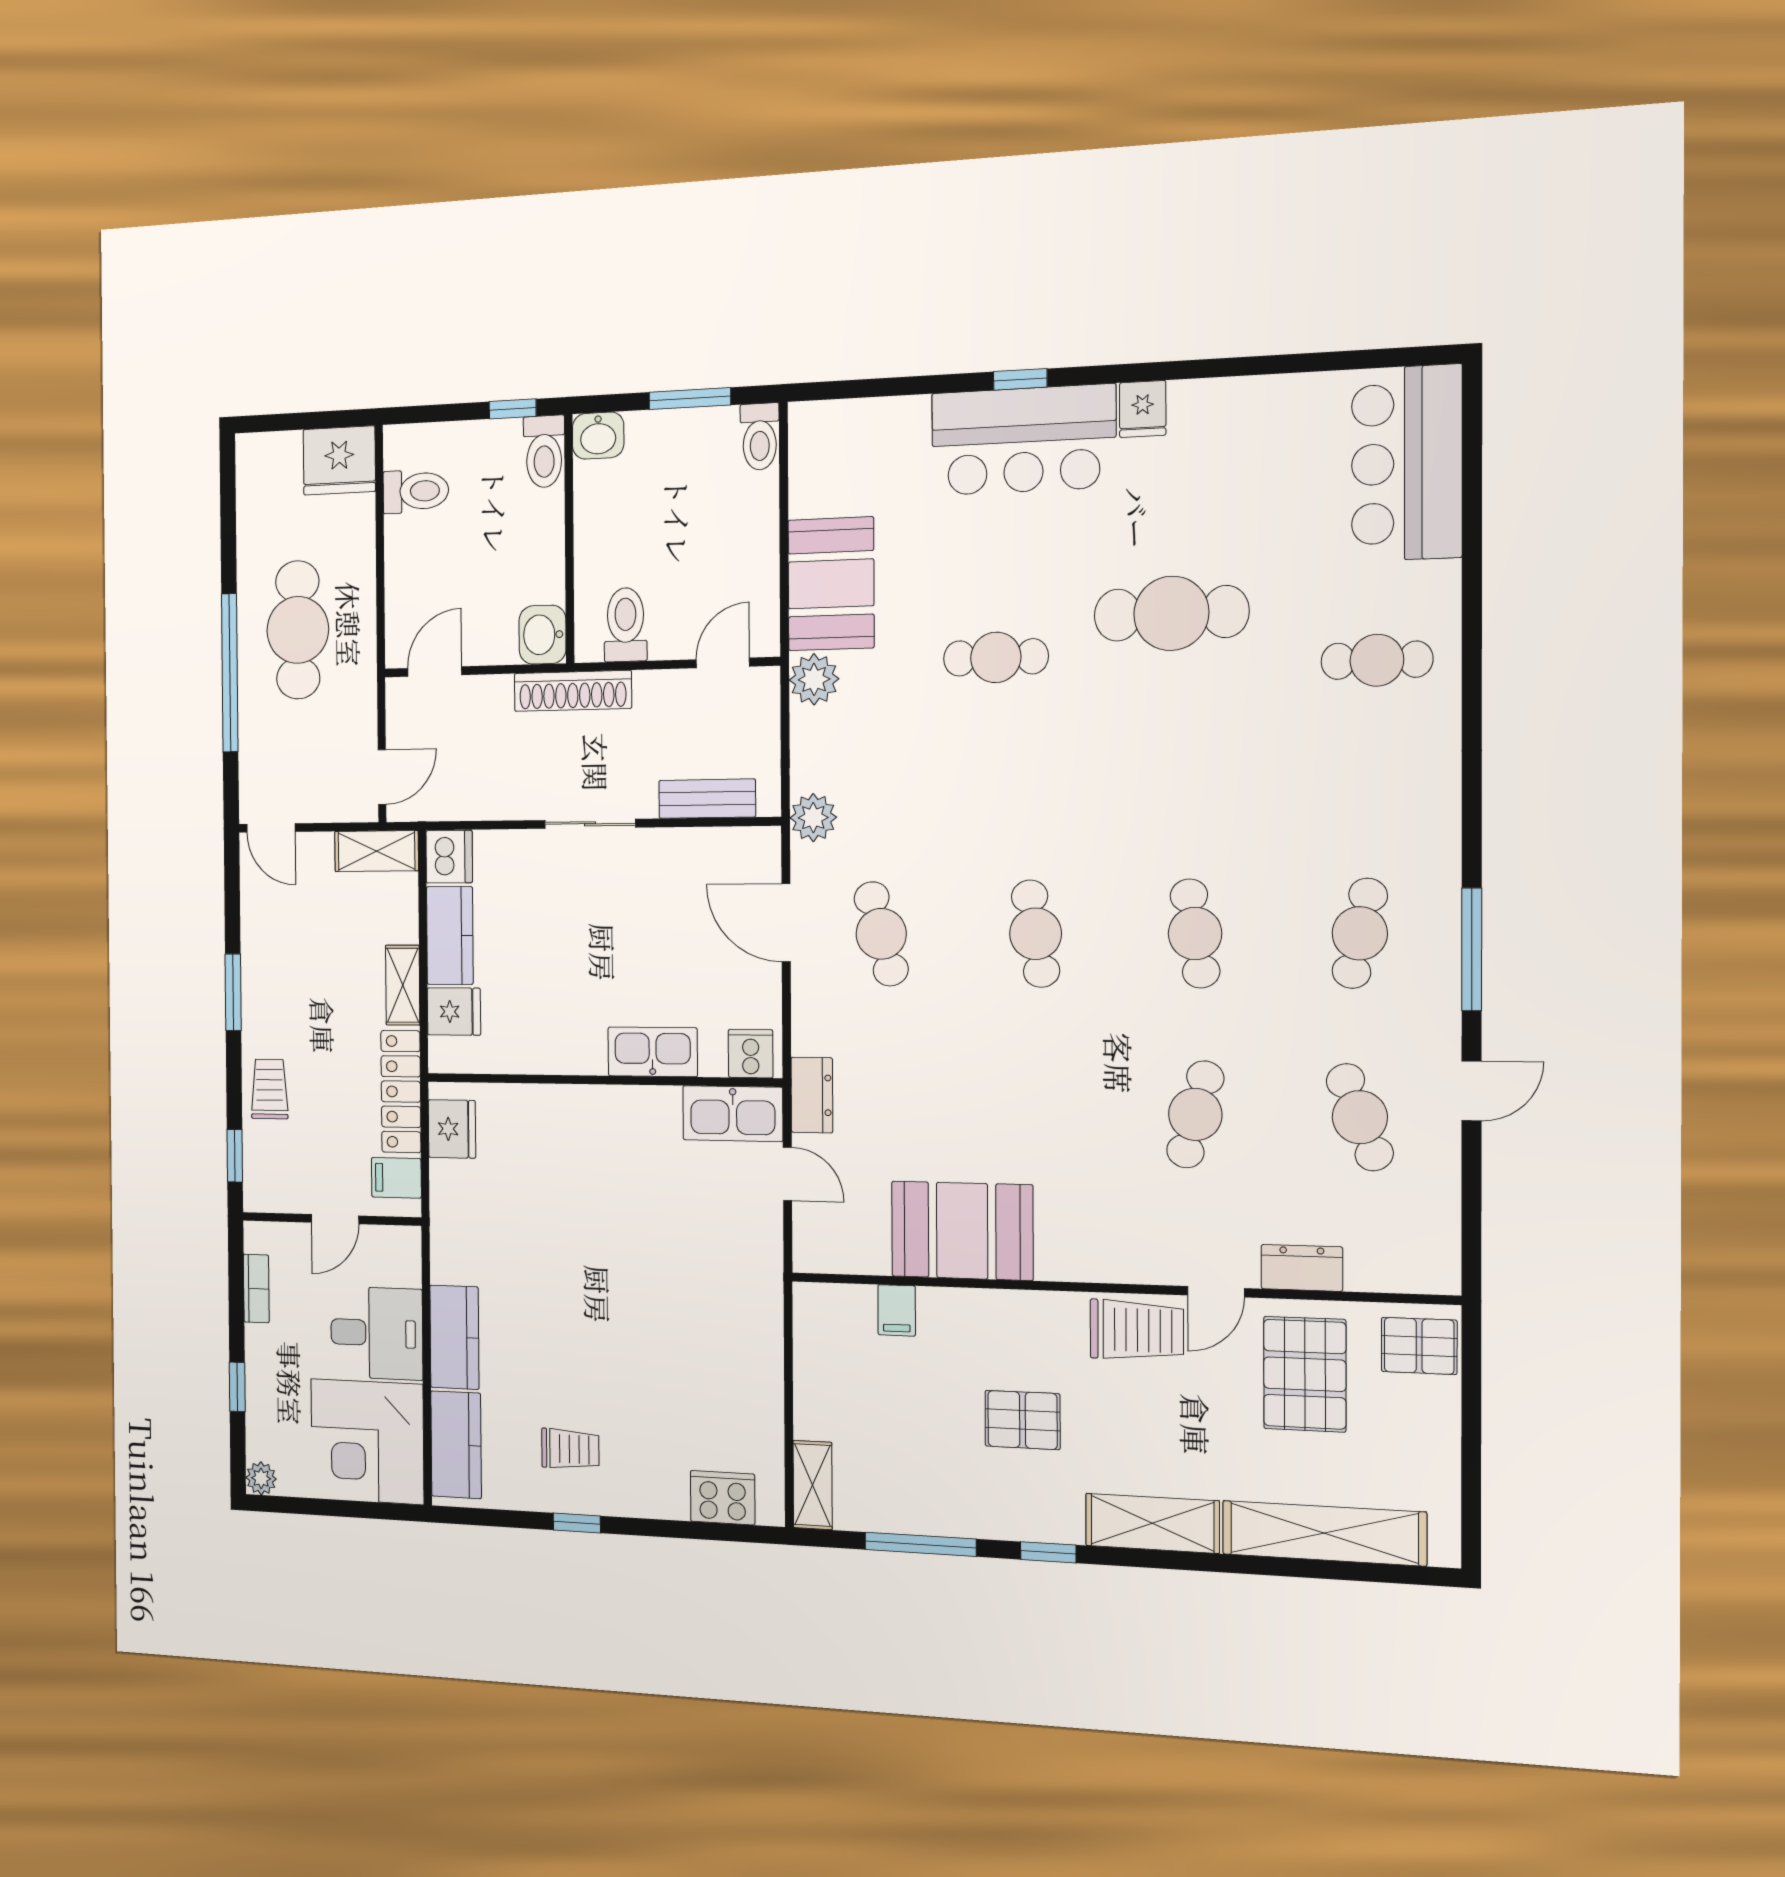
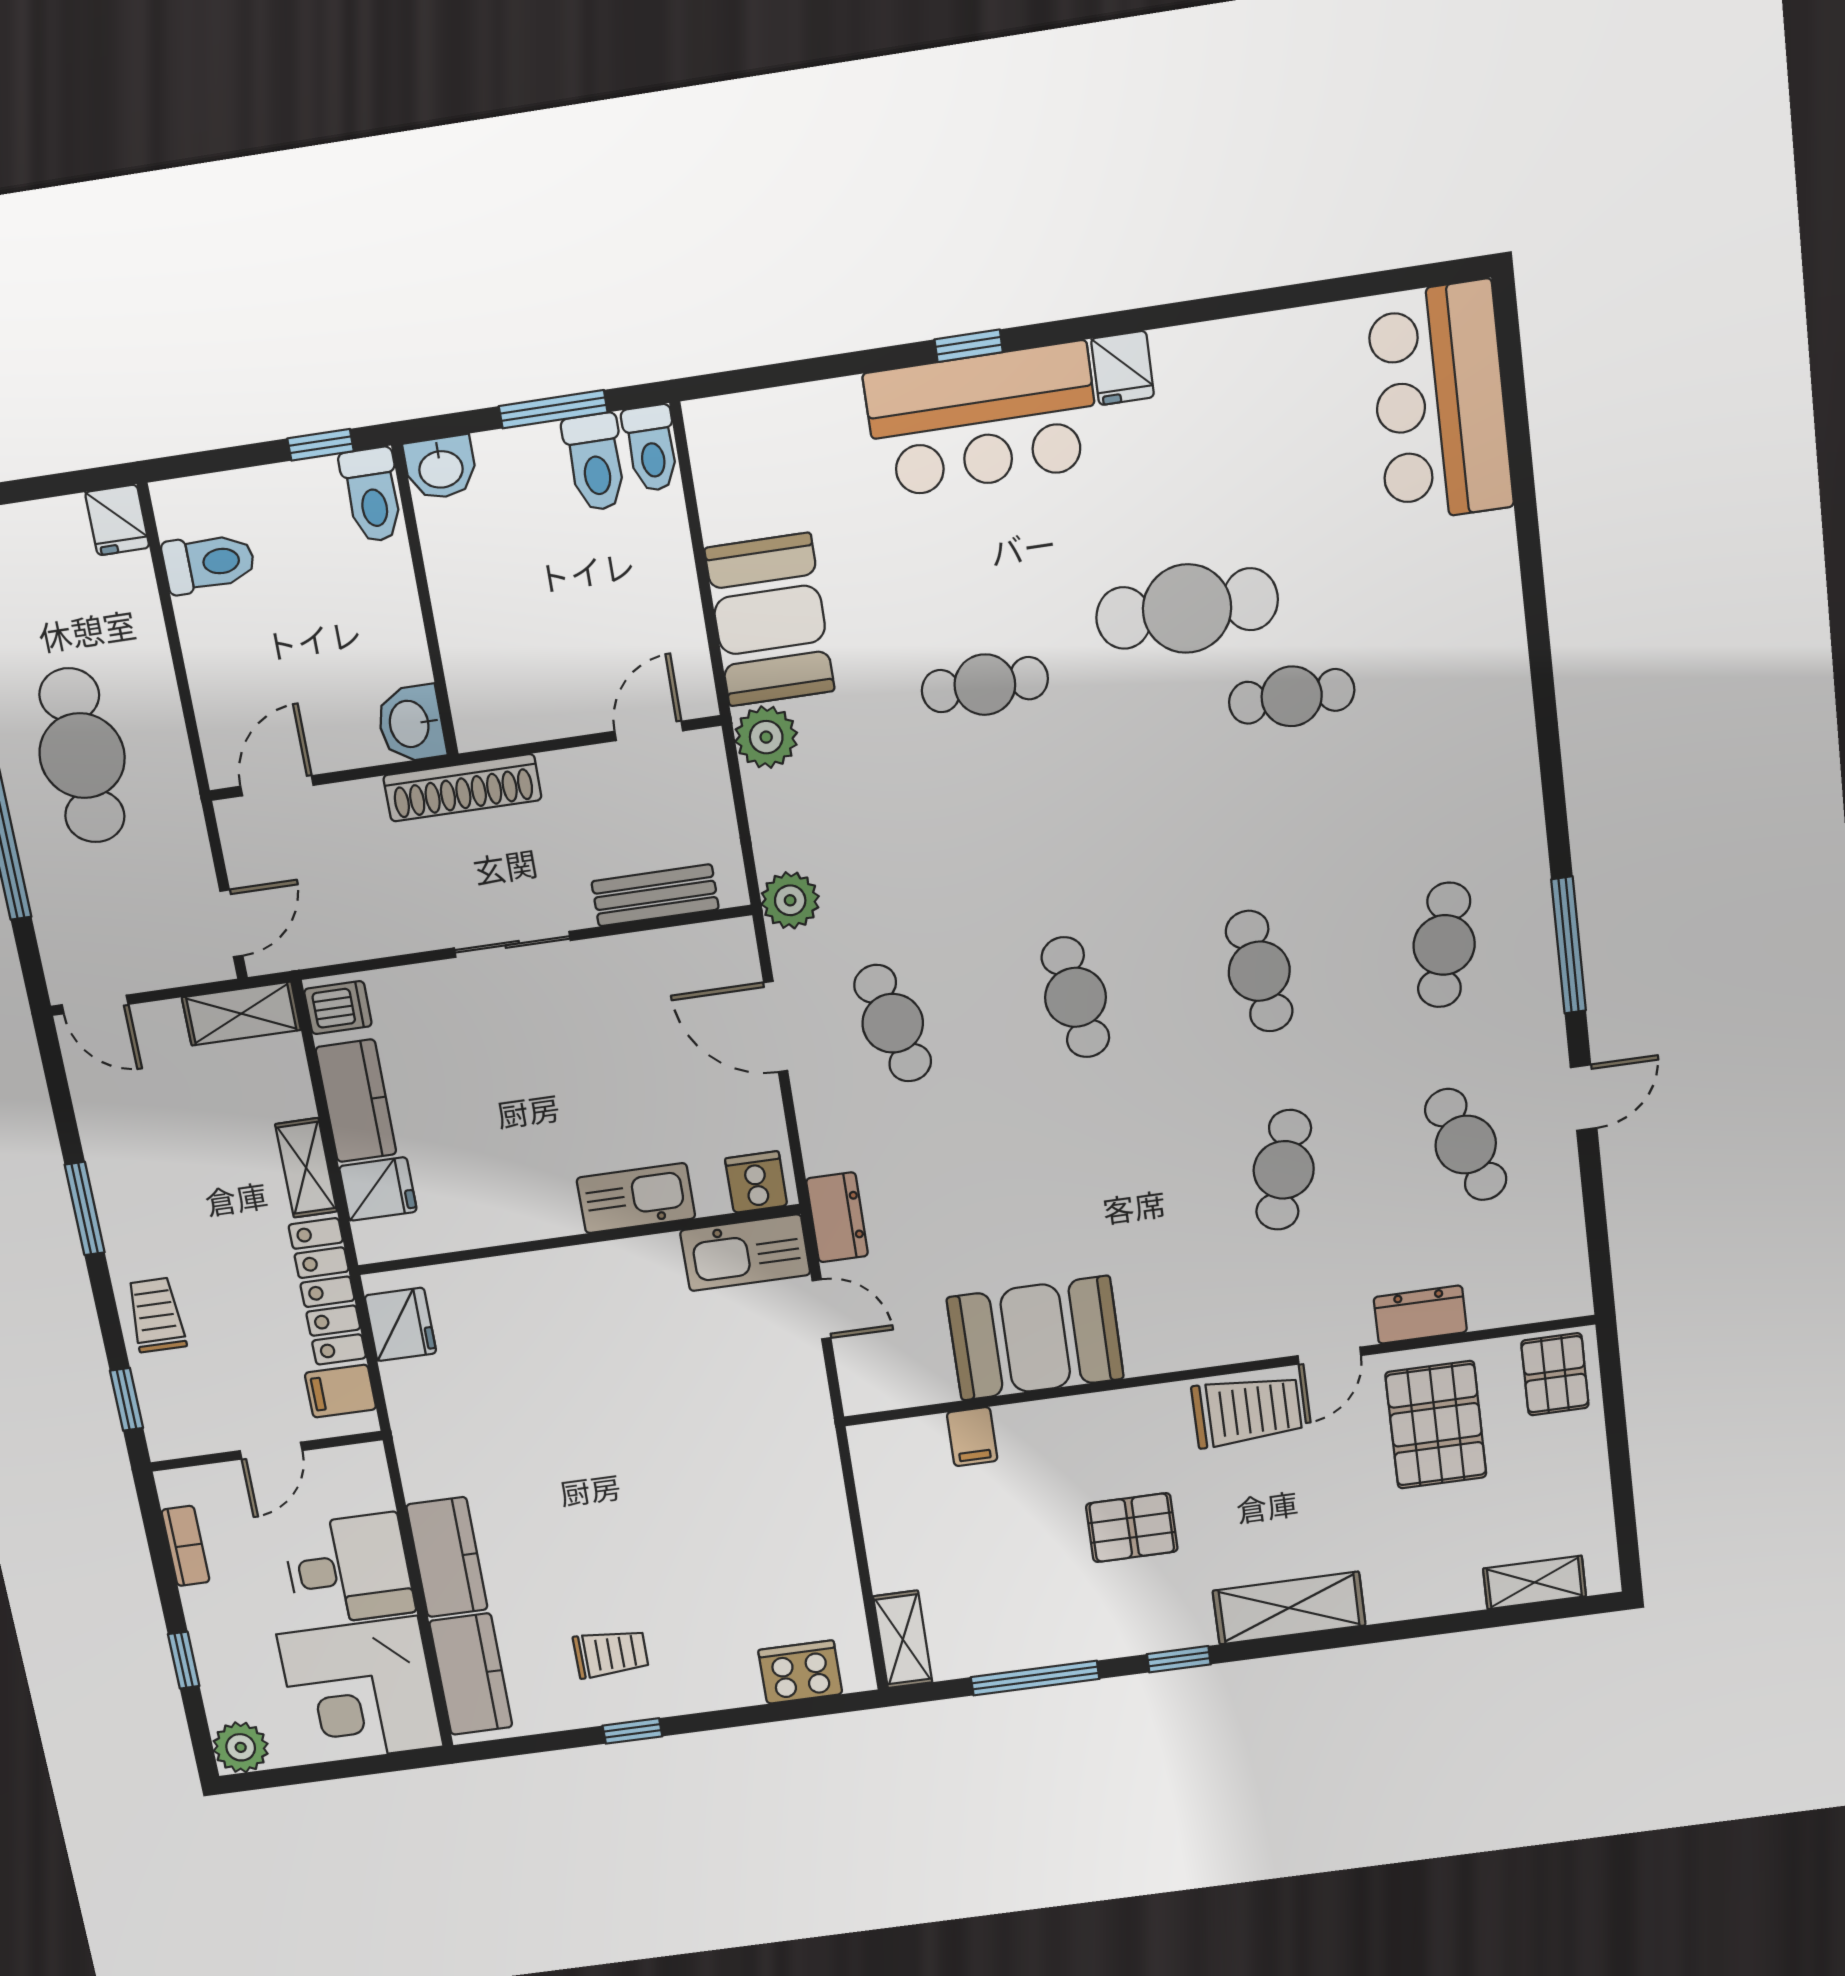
fridge: (339, 460) -> (117, 520), width x0.53, depth x0.75
toilet: (626, 625) -> (595, 462), moved, turned 180
cafe table: (1377, 660) -> (1292, 696), moved
dishwasher: (449, 857) -> (338, 1008), width x0.73
pallet: (1419, 1346) -> (1555, 1374), turned 90
plant: (261, 1478) -> (241, 1747), width x1.38, depth x1.38
shelving: (1324, 1533) -> (1535, 1582), width x0.45, depth x0.75

